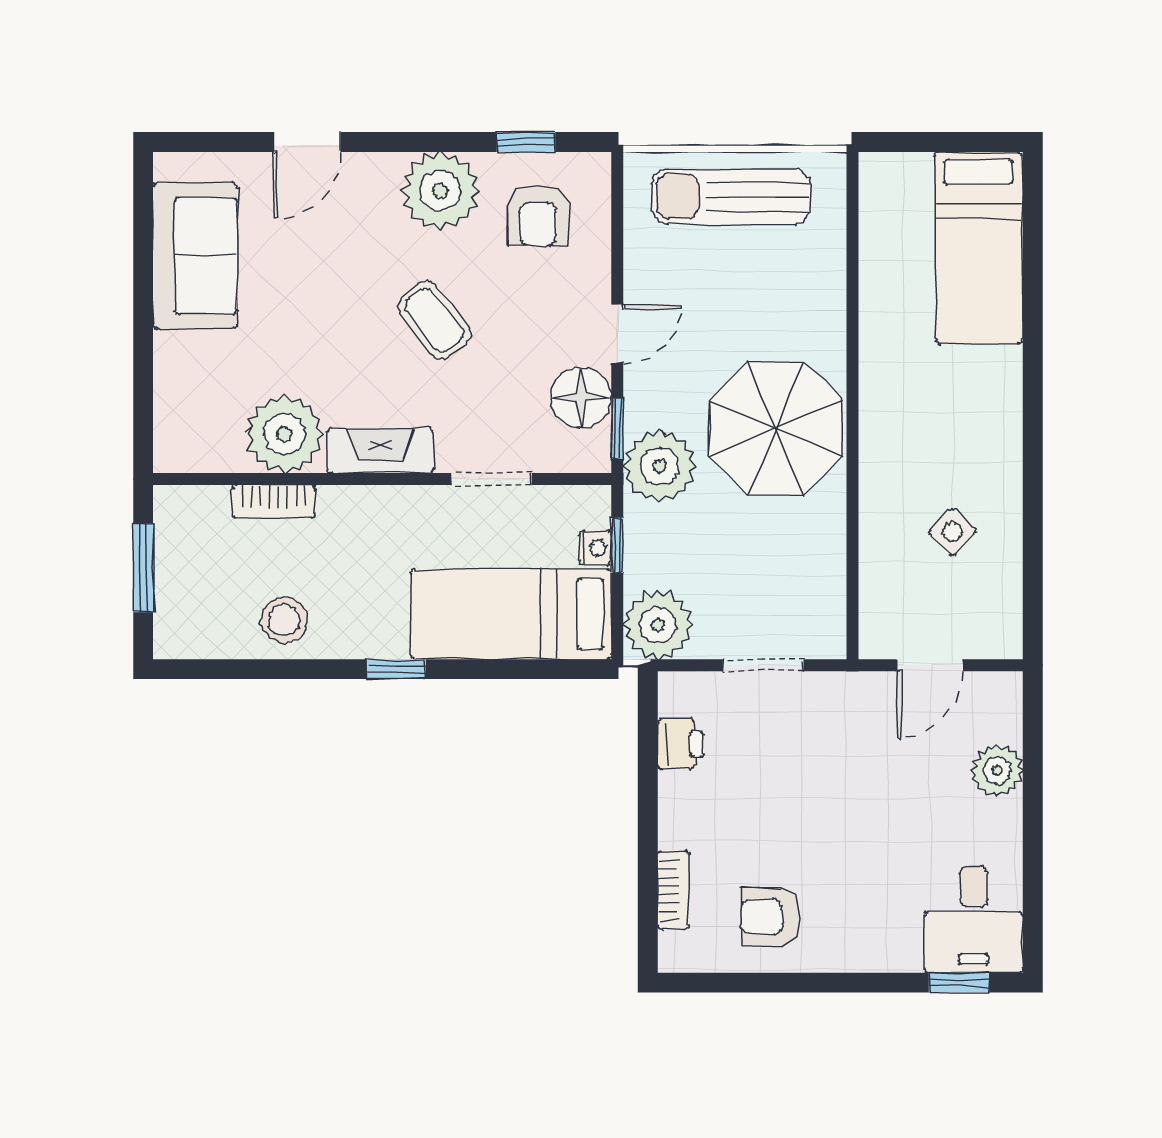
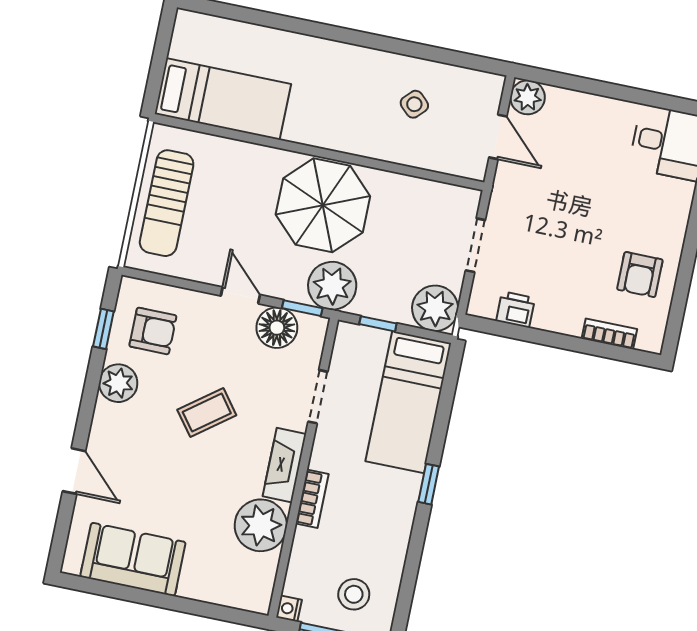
plant: (440, 191) -> (118, 383), width x0.73, depth x0.73
bed: (979, 248) -> (223, 99), moved
bookcase: (274, 502) -> (312, 499), moved
nightstand: (595, 548) -> (289, 609), moved, turned -90
stool: (284, 620) -> (354, 594), moved
plant: (997, 771) -> (528, 97), moved

